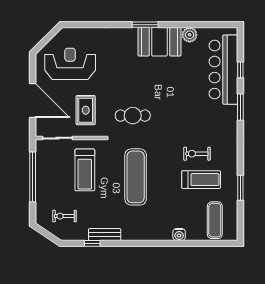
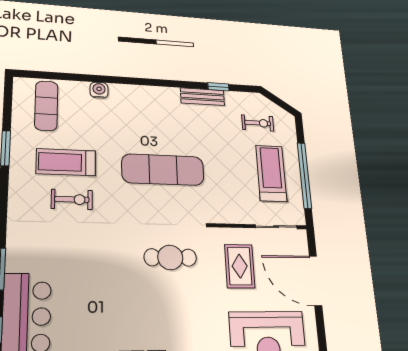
treadmill: (85, 170) -> (271, 173), moved
exercise mat: (136, 177) -> (163, 170), turned 90

